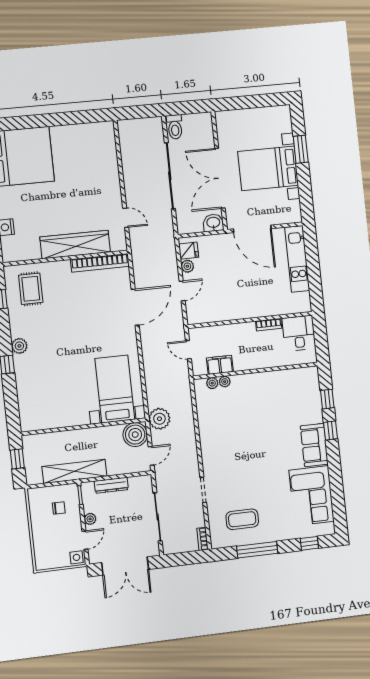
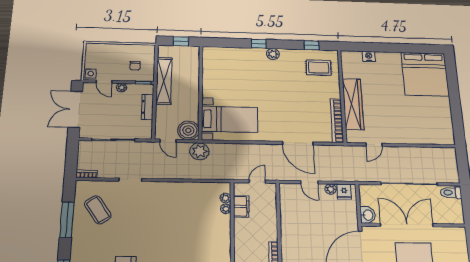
coffee table: (242, 519) -> (98, 210), turned -34

